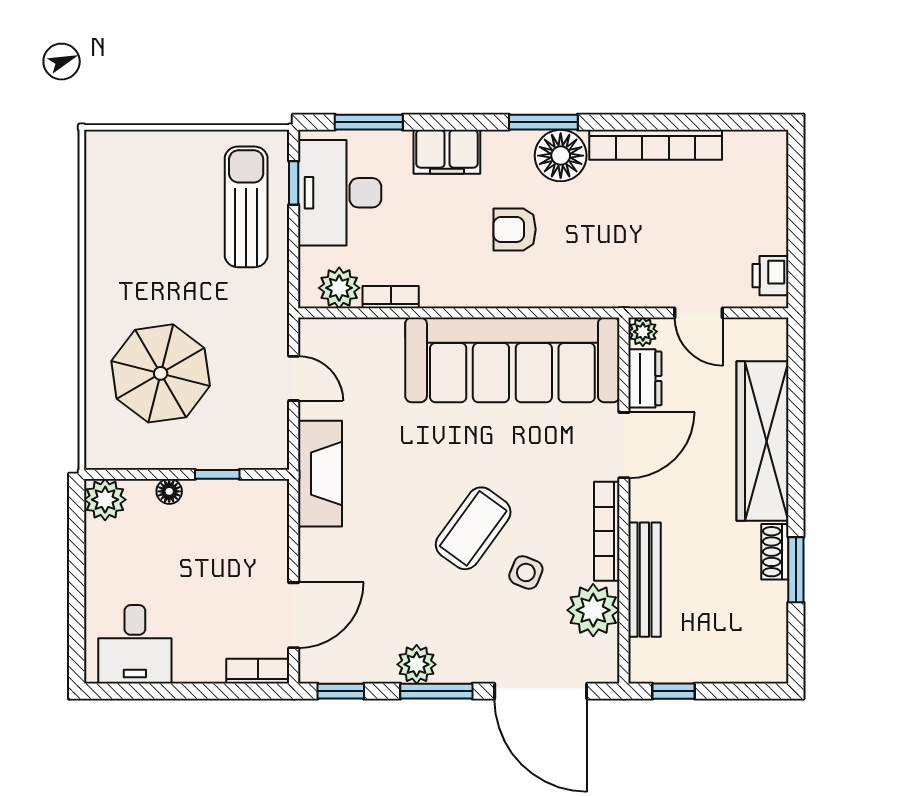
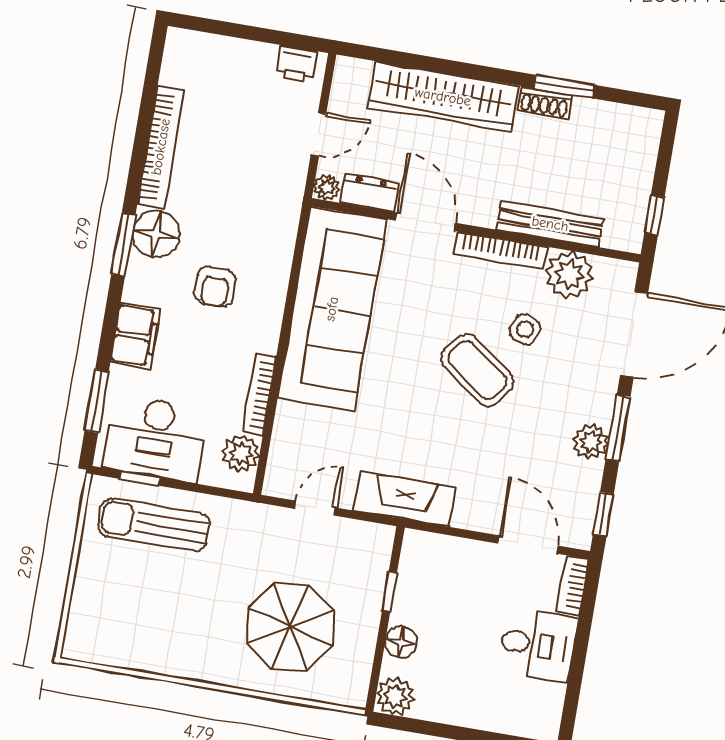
bookcase: (391, 297) -> (260, 394), width x1.56
floor lamp: (169, 491) -> (401, 642), width x1.37, depth x1.37
desk: (135, 644) -> (538, 645), moved

